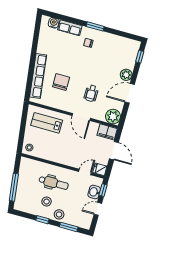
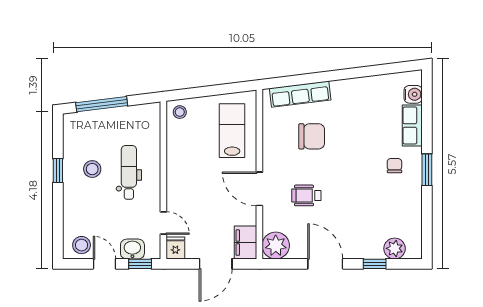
window: (140, 57) -> (375, 264), moved
plant: (126, 75) -> (395, 248), moved
row of seats: (38, 76) -> (300, 94), width x0.73
door: (81, 117) -> (259, 189), hinge flipped
dental chair: (54, 183) -> (129, 172), turned 180
stool: (59, 214) -> (82, 245), moved
window: (69, 227) -> (58, 221), removed

